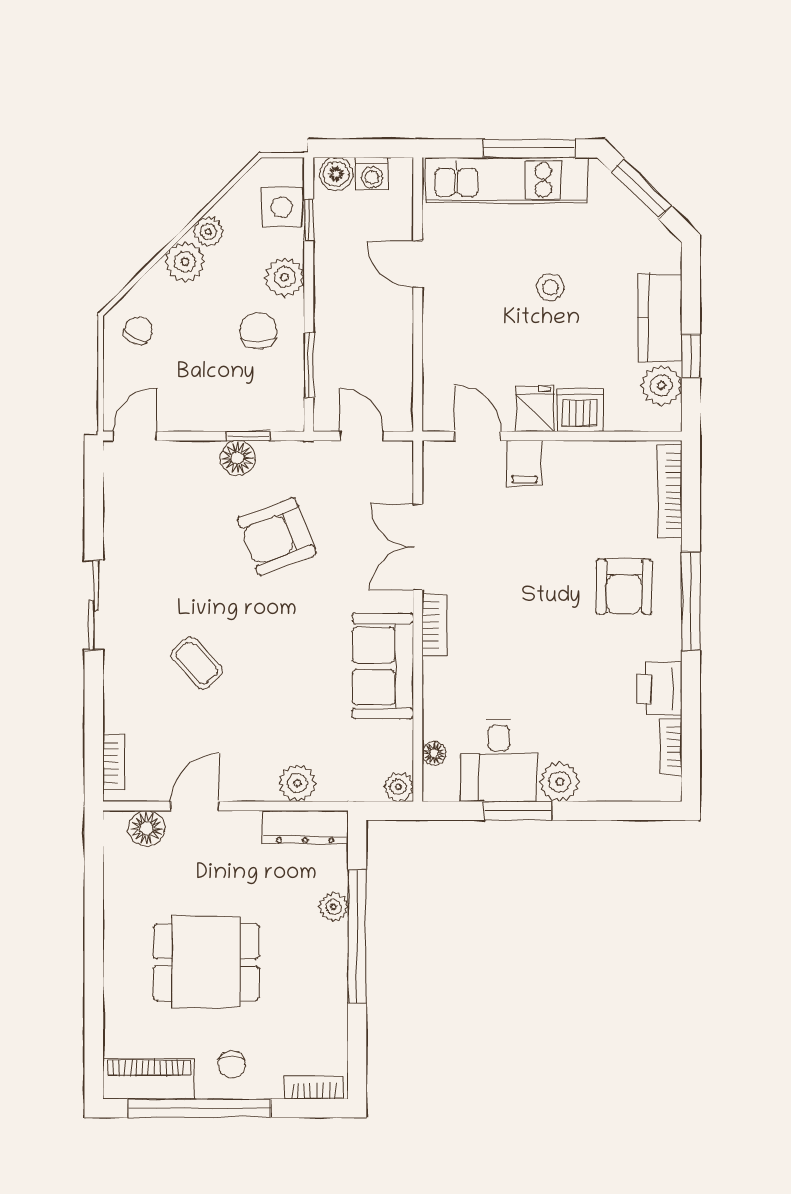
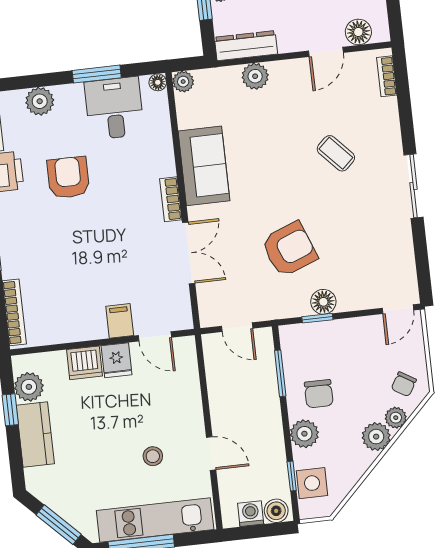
plant: (208, 232) -> (396, 418), moved
stool: (550, 287) -> (153, 456), moved
armchair: (624, 586) -> (68, 177), moved
floor lamp: (434, 753) -> (158, 82), moved
plant: (560, 782) -> (40, 101), moved

